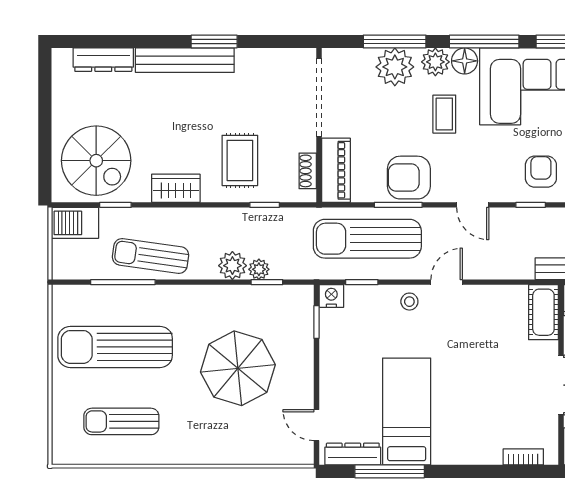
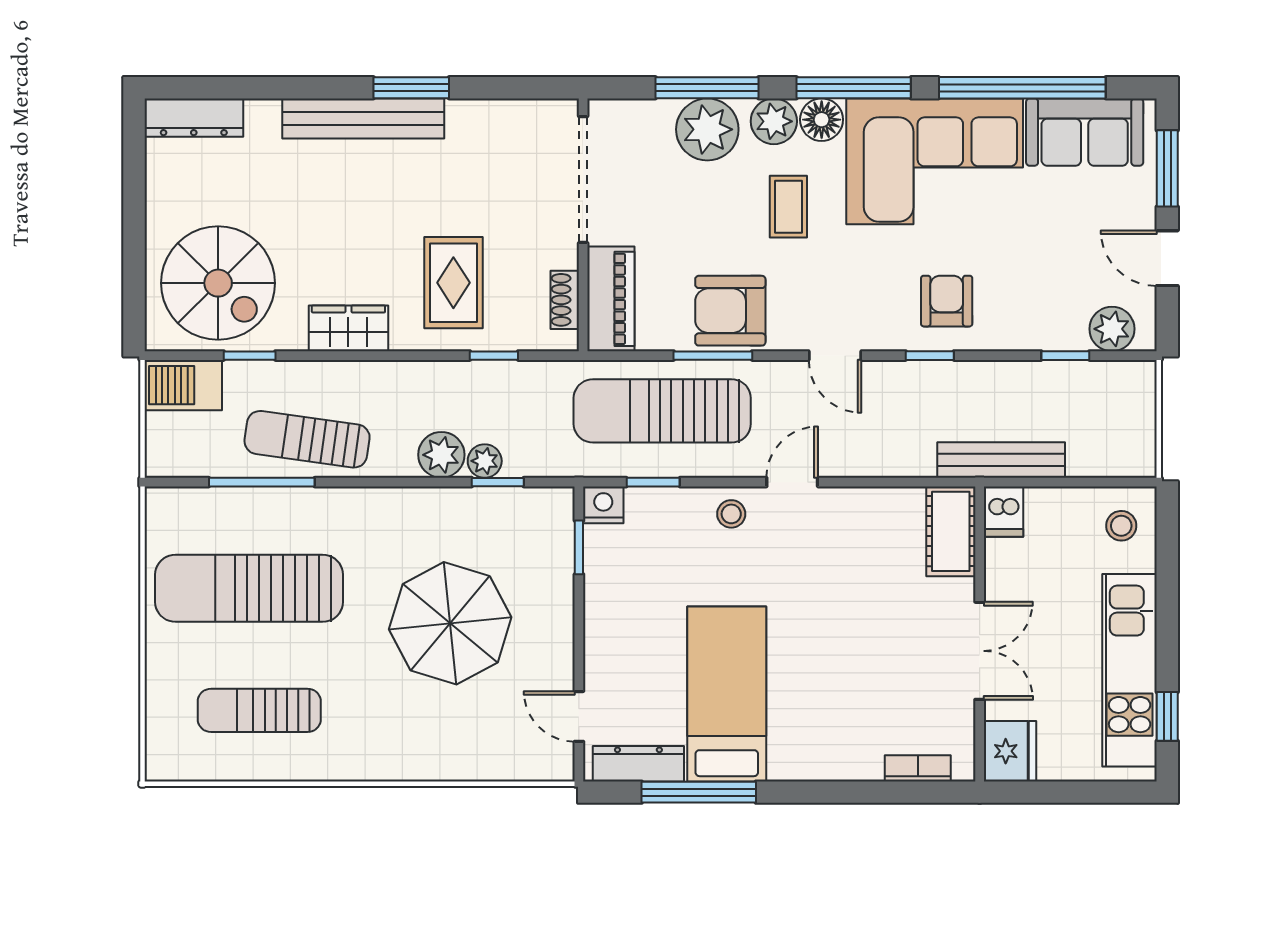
dresser: (103, 60) -> (194, 118), moved

